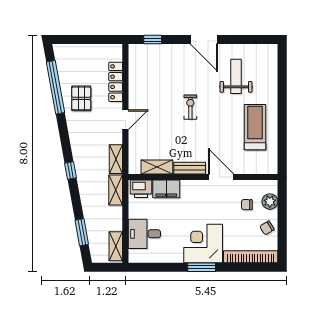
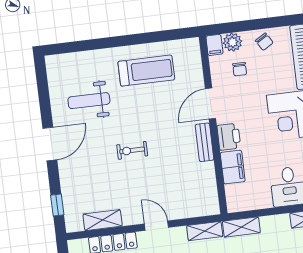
treadmill: (255, 127) -> (146, 71), turned 180
shelving: (157, 167) -> (103, 220), moved, turned 90
filing cabinet: (269, 186) -> (214, 45), added
printer: (141, 189) -> (229, 137), moved

